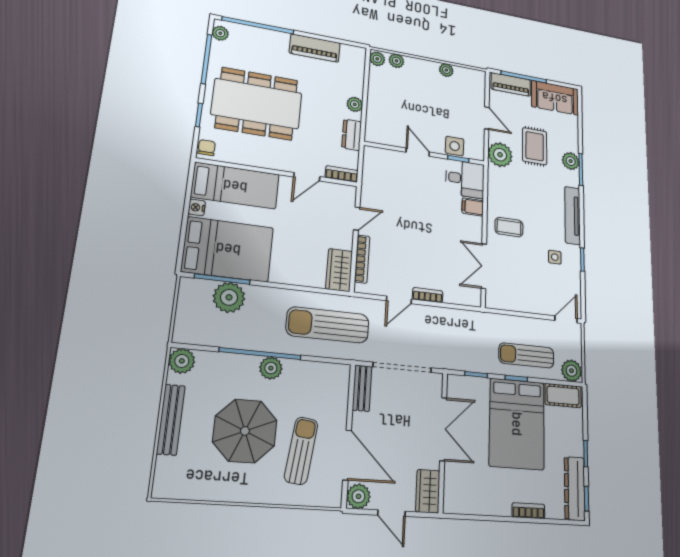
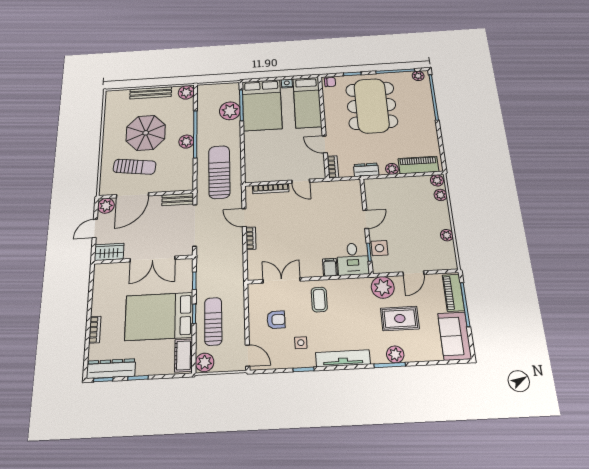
piano: (315, 48) -> (418, 165), moved, turned 90
wardrobe: (339, 270) -> (260, 174), removed
armchair: (529, 281) -> (276, 320), added

